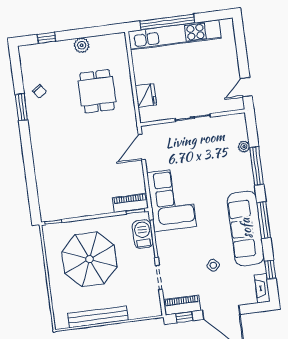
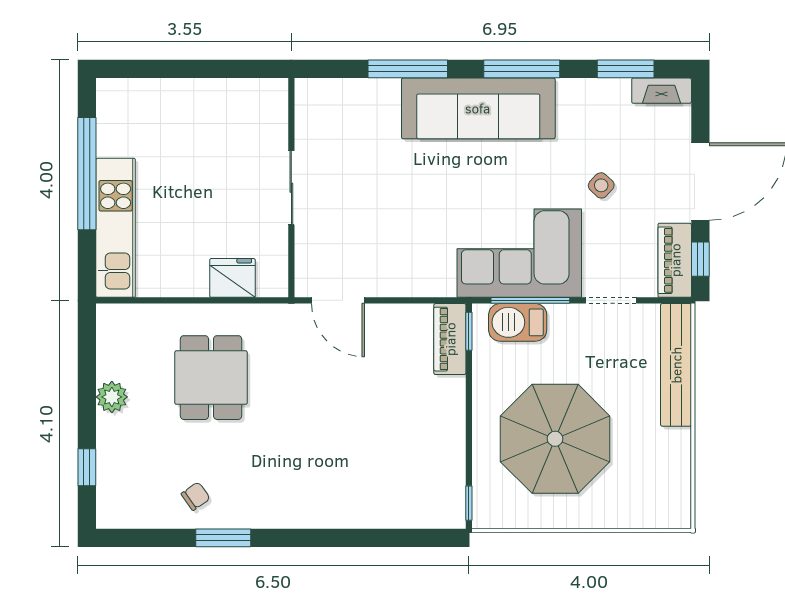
window: (167, 22) -> (87, 174), moved
kitchen unit: (175, 35) -> (116, 228), width x0.73
door: (246, 87) -> (243, 69), removed
dining table: (97, 91) -> (211, 378), turned 90
plant: (244, 147) -> (365, 90), removed
corner sofa: (172, 200) -> (519, 253), moved
sofa: (246, 228) -> (478, 108), moved
window: (270, 270) -> (626, 69), width x1.50
bench: (98, 317) -> (676, 365), moved

